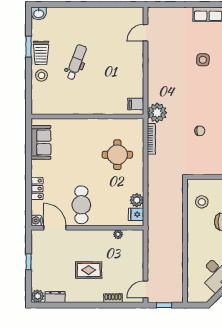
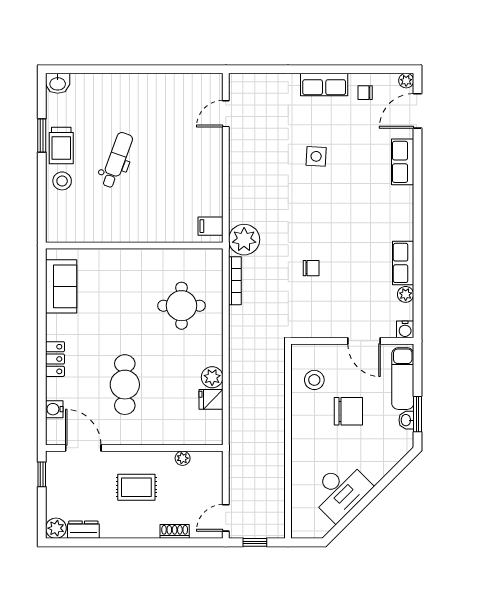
door: (55, 228) -> (83, 448), moved
wall: (87, 228) -> (134, 448), moved
plant: (118, 234) -> (183, 458), moved

